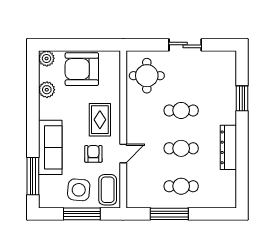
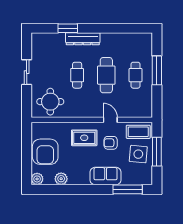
sofa: (50, 147) -> (106, 176), width x0.73
dresser: (228, 147) -> (83, 39), moved
cafe table: (181, 148) -> (106, 75), width x1.37, depth x1.35
window: (169, 214) -> (157, 70), moved

